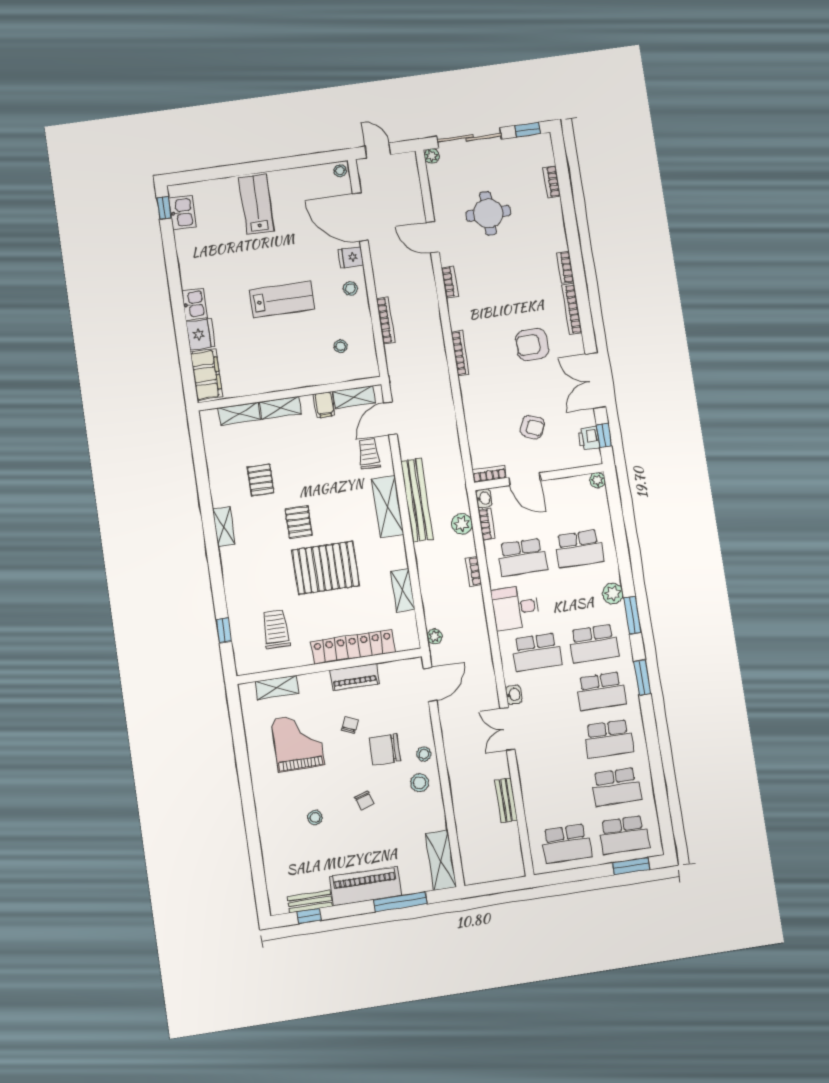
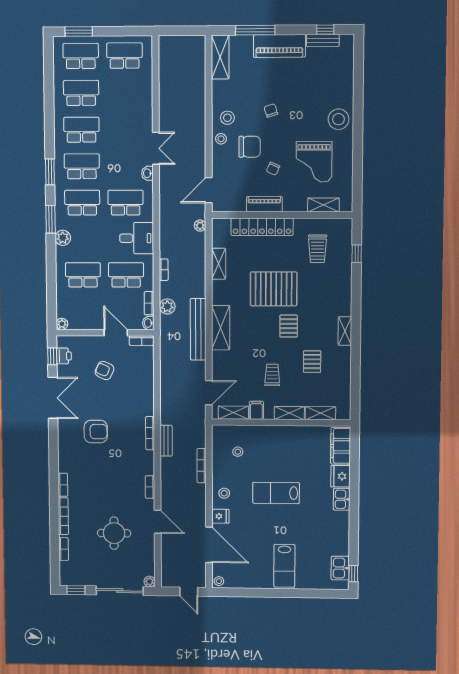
bookcase: (572, 309) -> (63, 516), moved
trolley: (369, 454) -> (272, 375), moved, turned 180
bench: (506, 800) -> (166, 441), moved
stool: (315, 818) -> (339, 119), moved, width x1.89, depth x1.89

